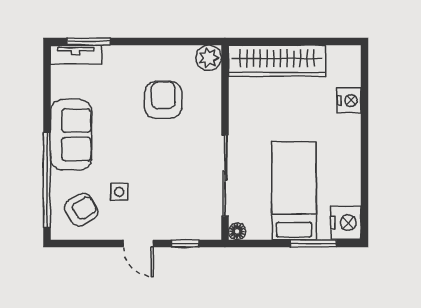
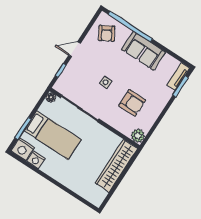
nightstand: (349, 100) -> (36, 160), moved
side table: (119, 192) -> (106, 82), moved

